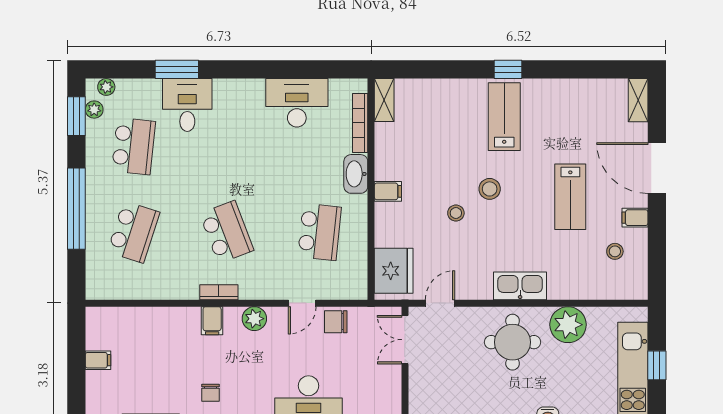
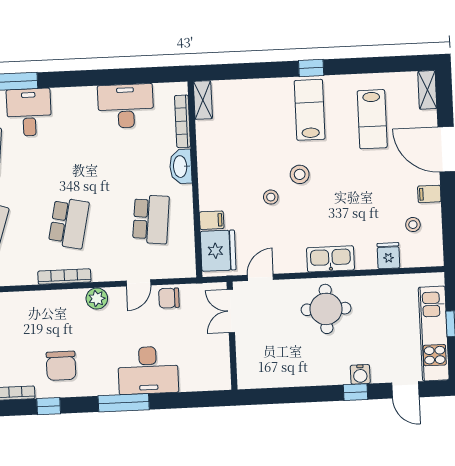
filing cabinet: (388, 191) -> (212, 220), moved
lab bench: (570, 197) -> (372, 119), moved
school desk: (227, 232) -> (69, 223), turned 33
fridge: (586, 285) -> (388, 256), added
bookcase: (219, 292) -> (64, 277), width x1.56
filing cabinet: (212, 321) -> (60, 302), removed
plant: (568, 325) -> (374, 291), removed
chair: (211, 393) -> (61, 366), width x1.87, depth x1.87

